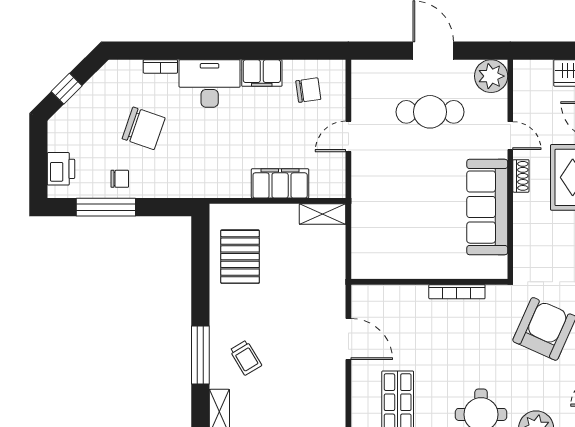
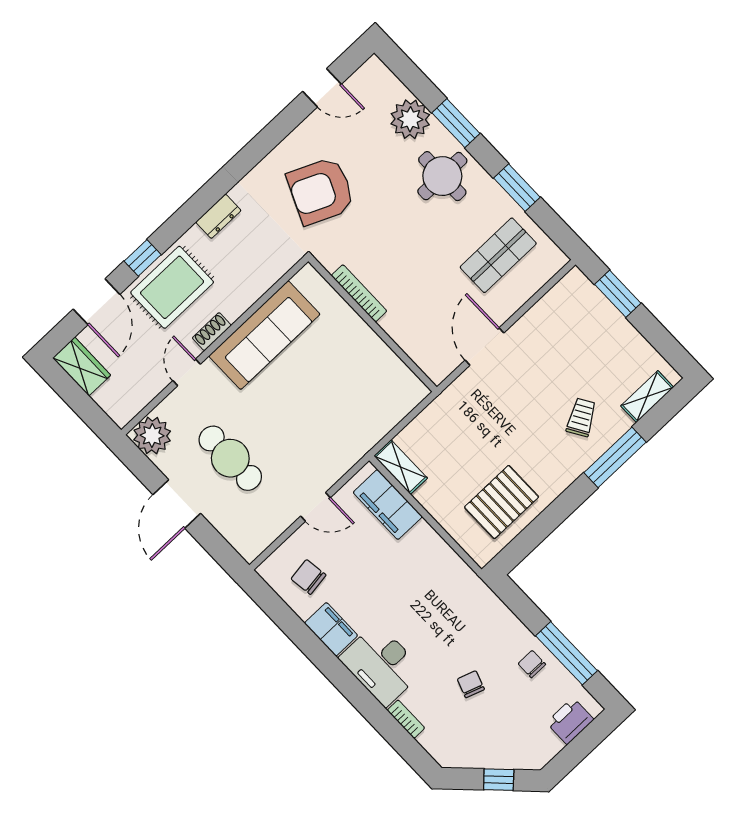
chair: (144, 128) -> (471, 684), width x0.54, depth x0.54
filing cabinet: (280, 183) -> (388, 505), moved

